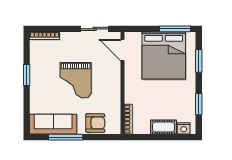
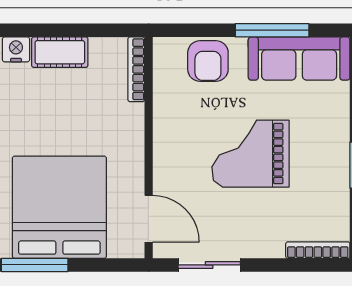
grand piano: (76, 80) -> (250, 154), turned -90
armchair: (95, 123) -> (208, 61), turned -90

